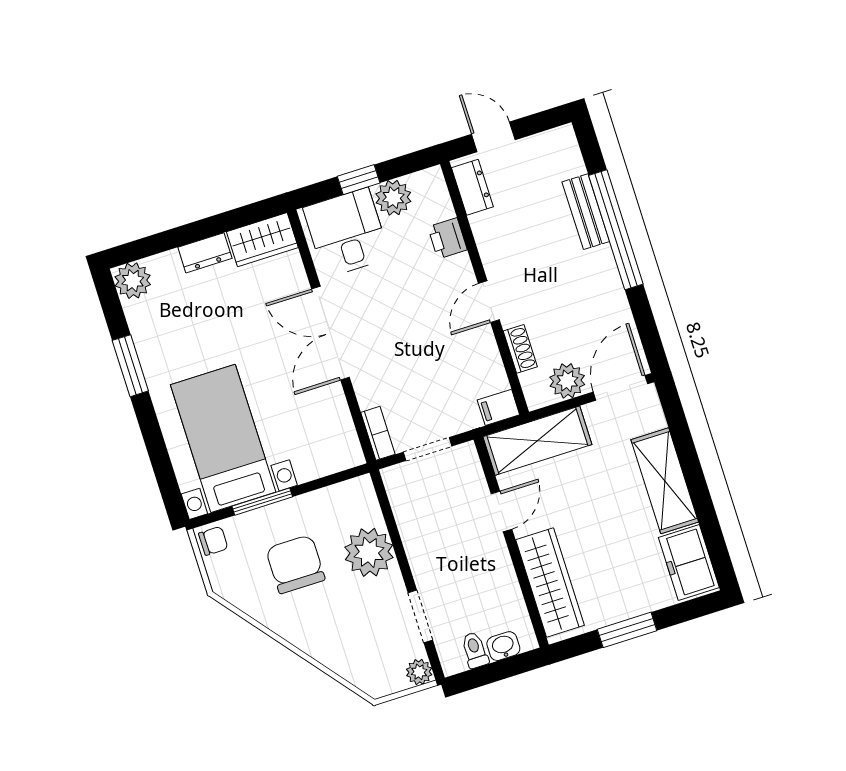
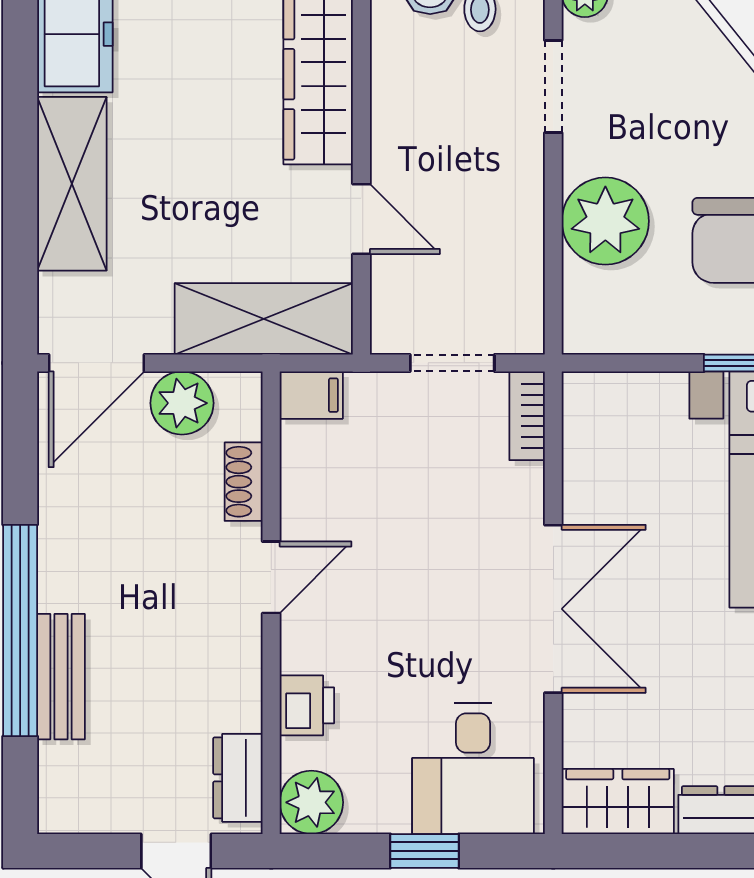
plant: (393, 198) -> (311, 802), moved
door: (502, 512) -> (361, 219), swing flipped

